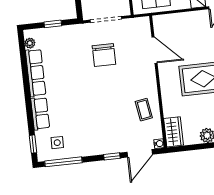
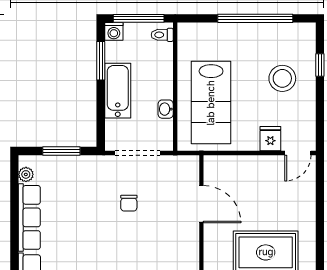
window: (53, 24) -> (61, 151), width x1.50
chair: (104, 55) -> (129, 203), width x0.54, depth x0.54

